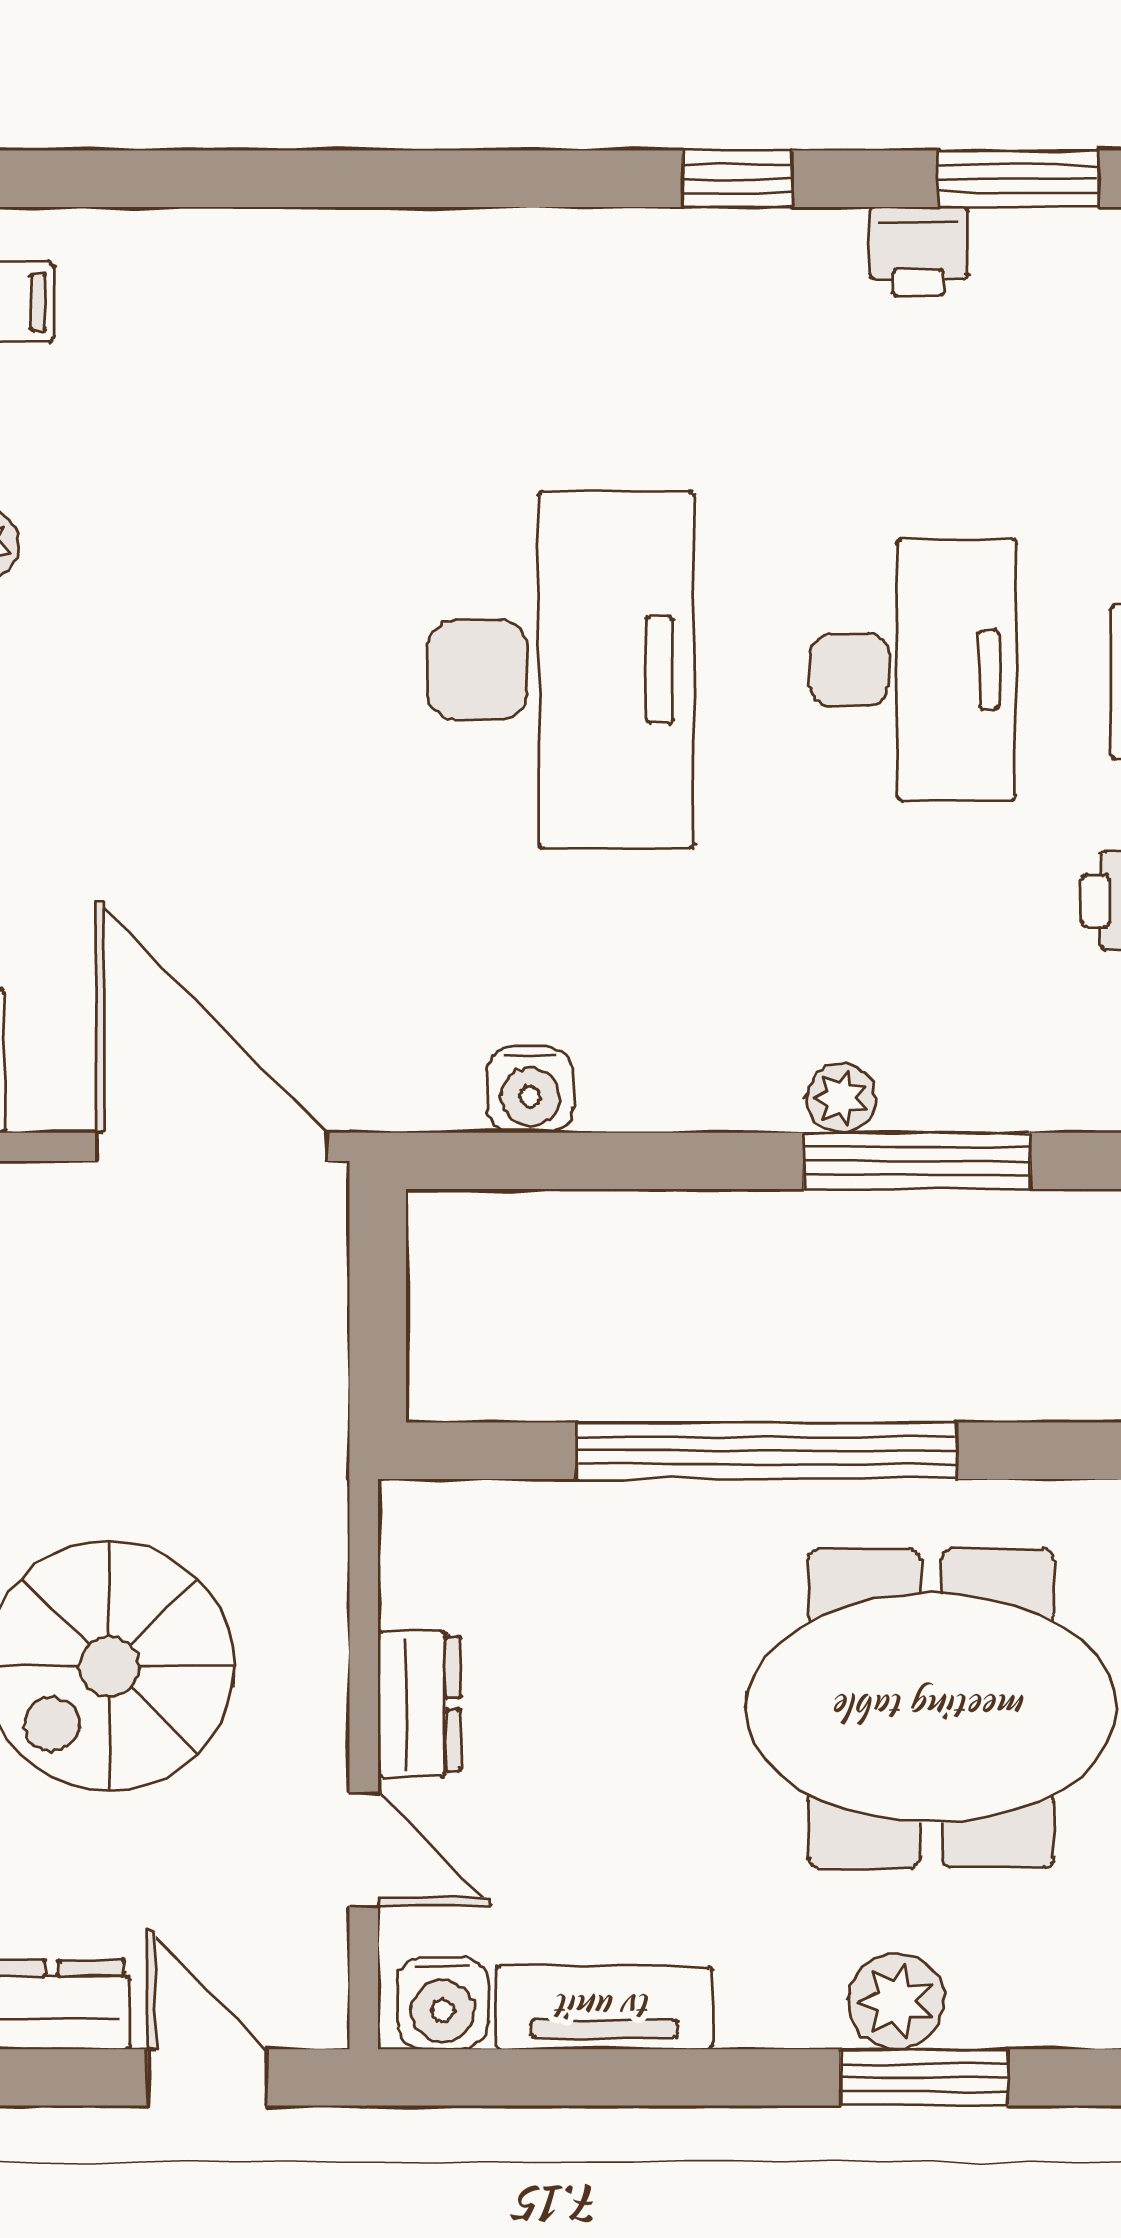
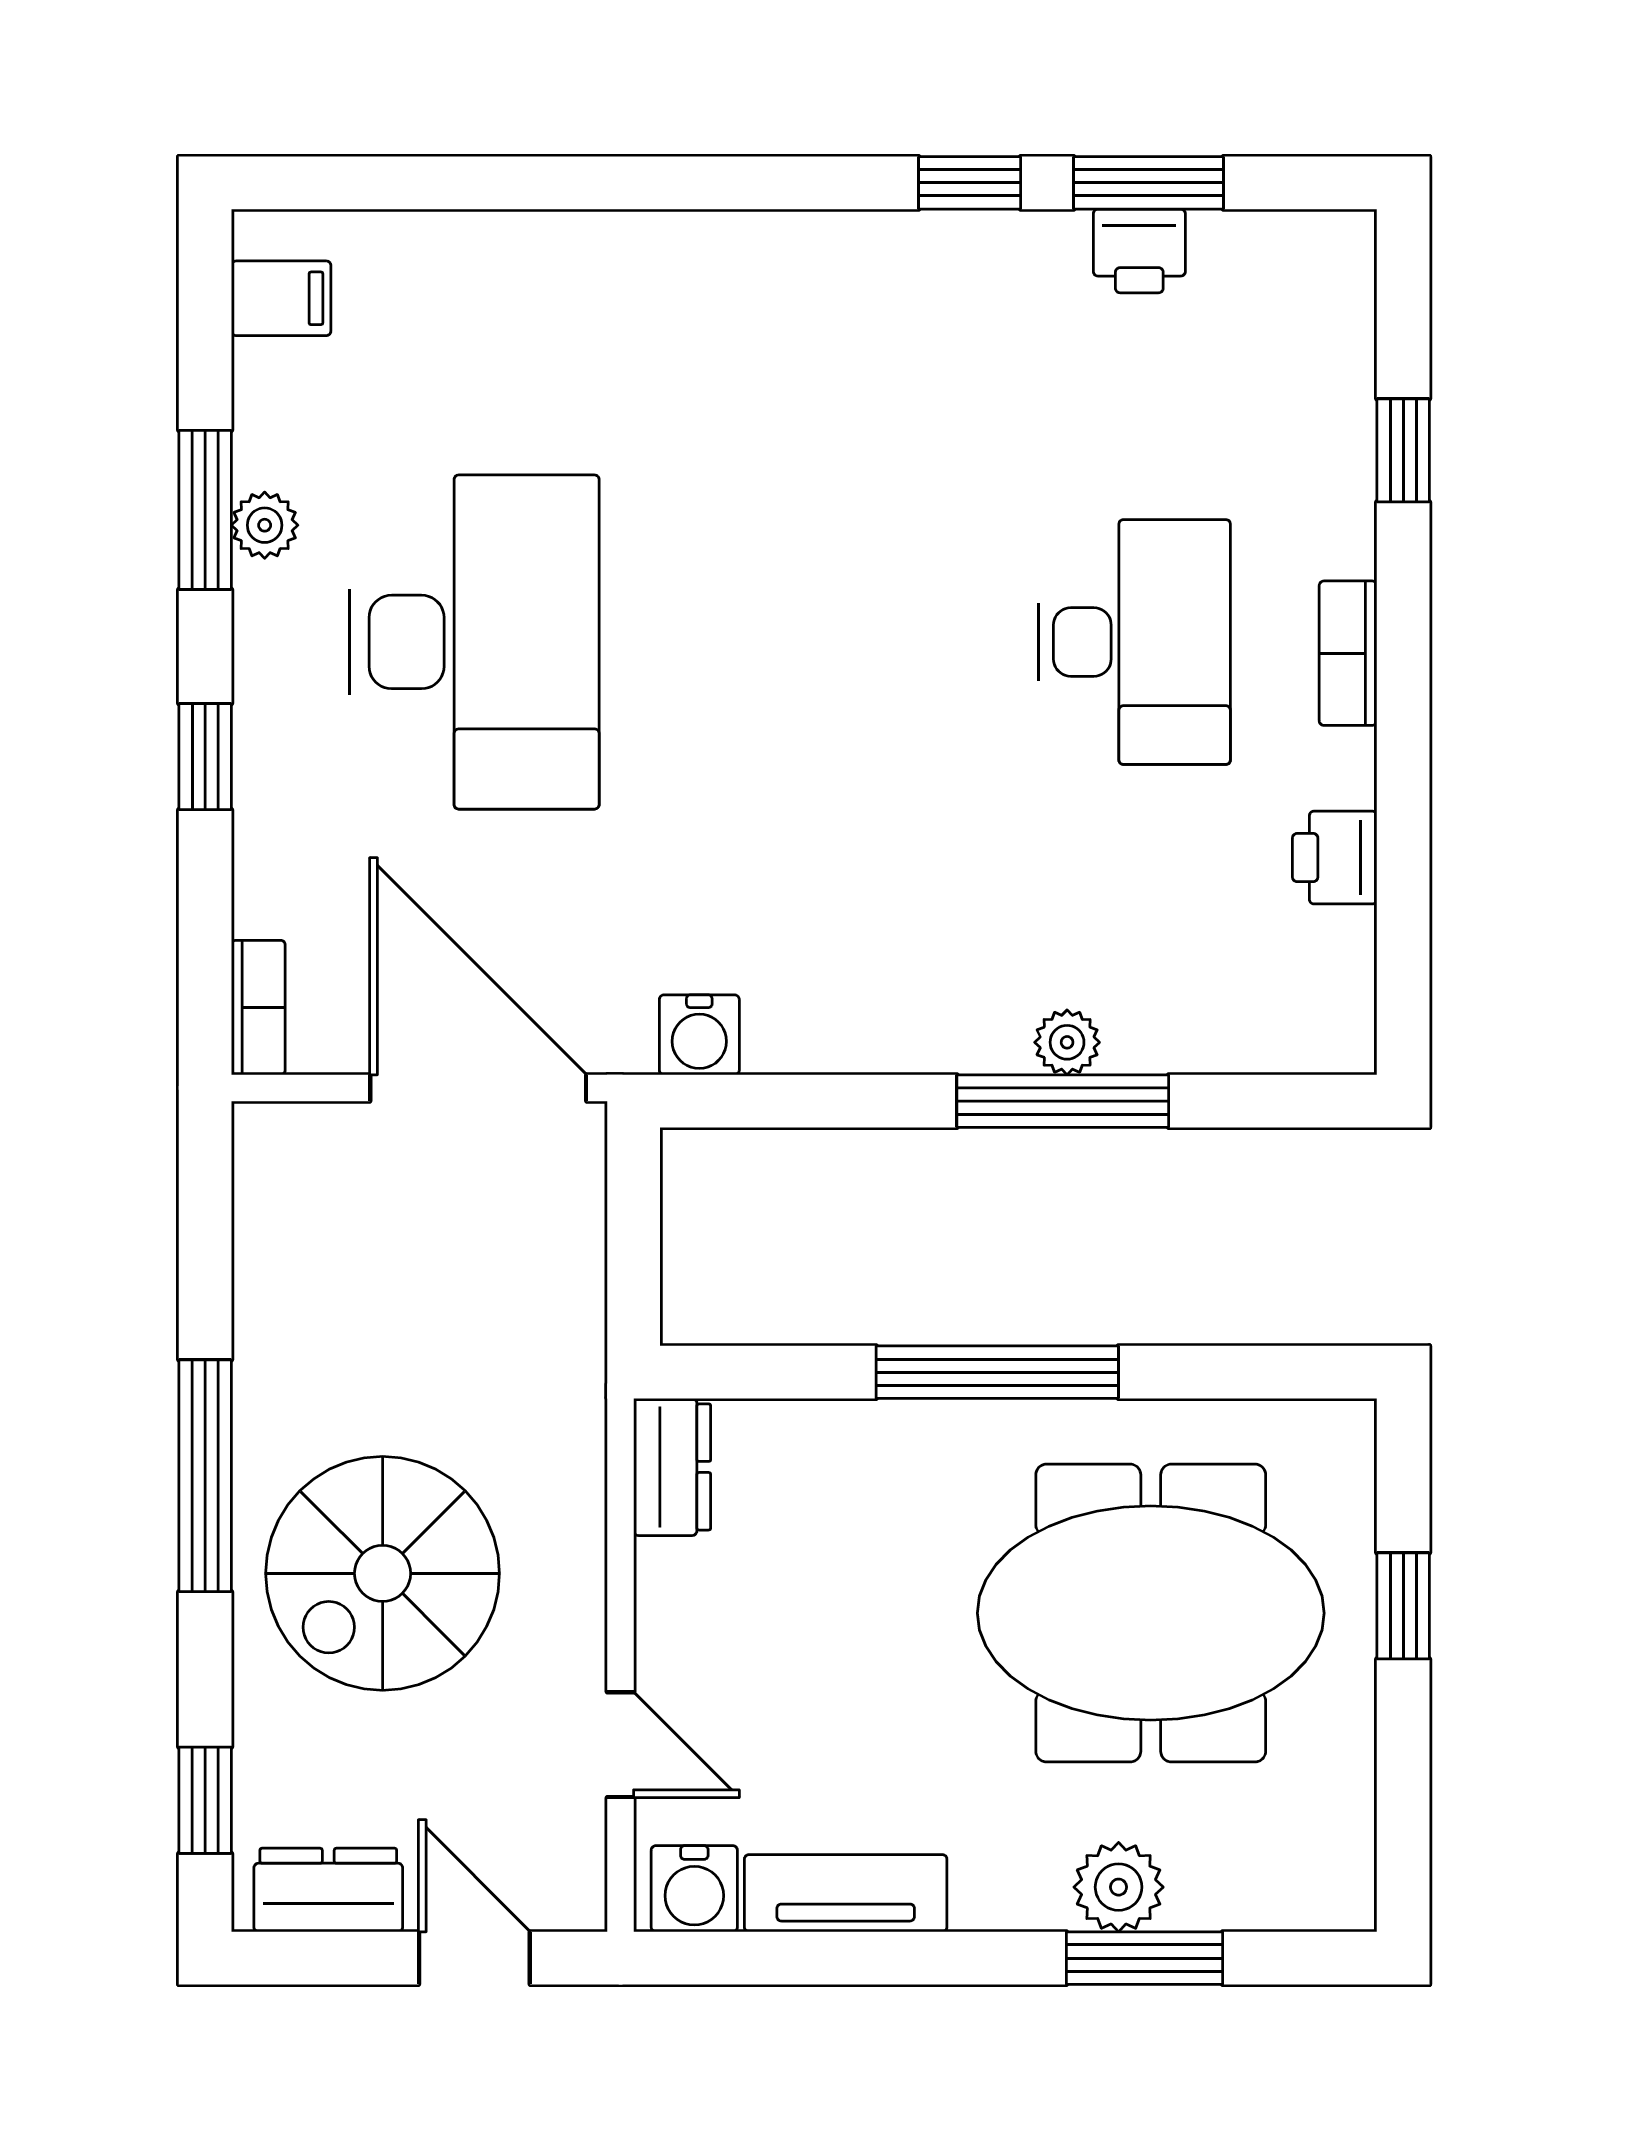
window: (1018, 179) -> (1149, 183), moved
desk: (560, 670) -> (474, 642), moved
water cooler: (530, 1090) -> (699, 1035), moved
window: (917, 1161) -> (1063, 1101), moved
window: (767, 1451) -> (997, 1372), width x0.68
dresser: (419, 1704) -> (672, 1467), moved

